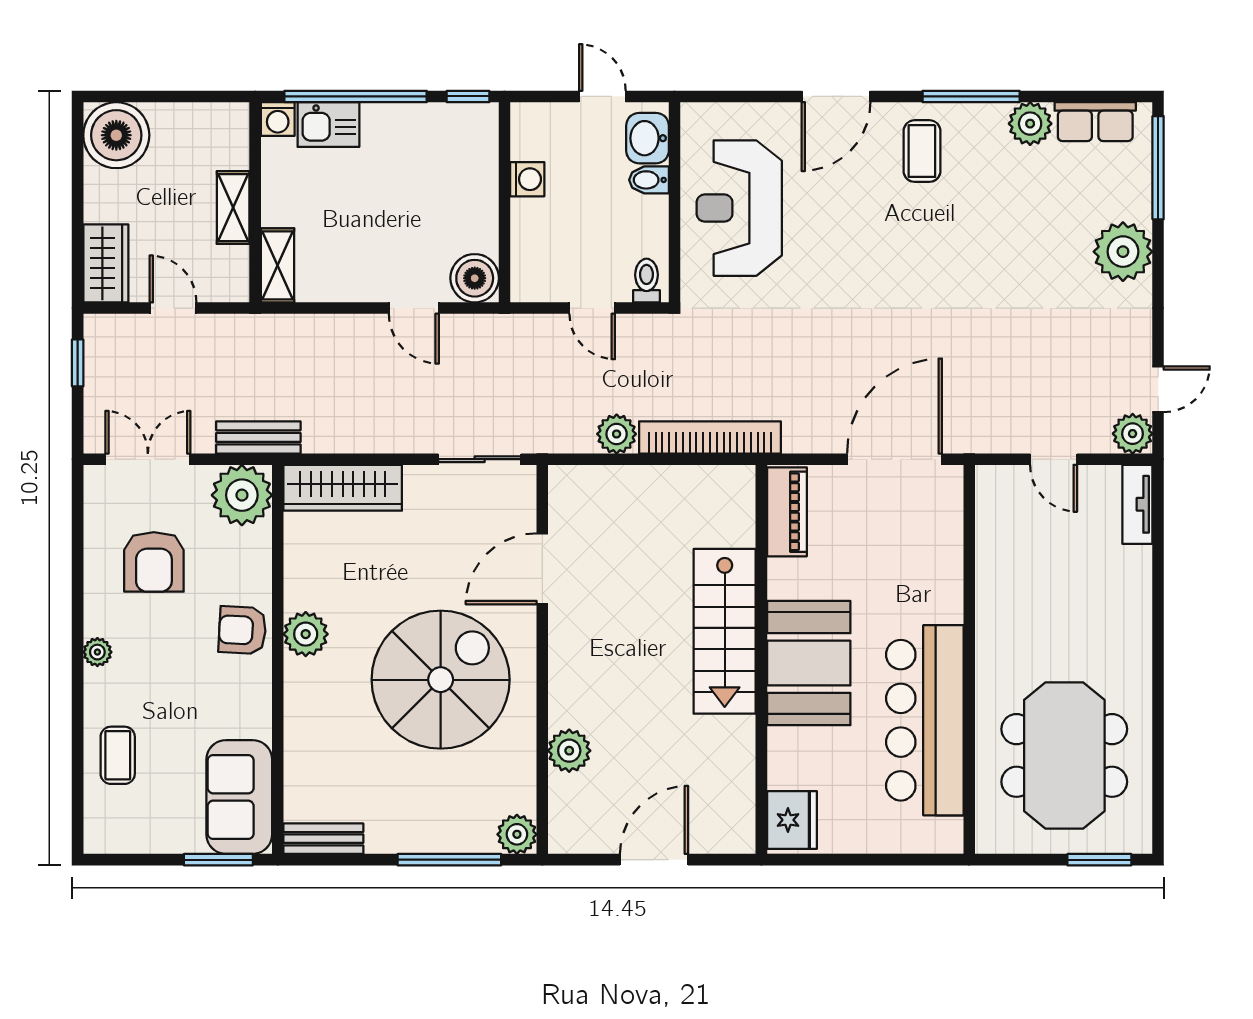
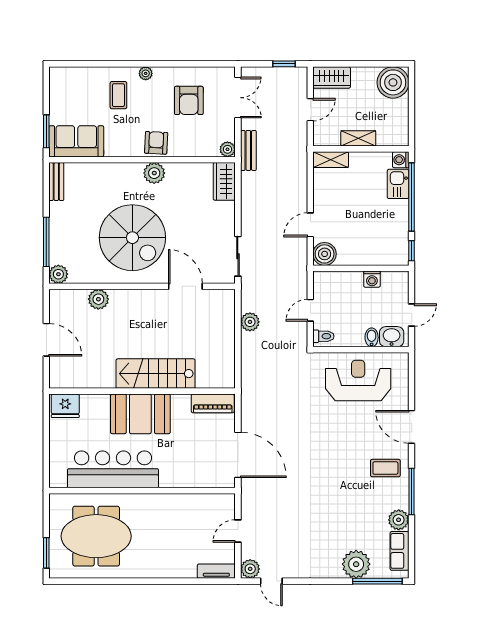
plant: (1123, 252) -> (356, 564), moved
bookcase: (710, 437) -> (248, 367), removed
wardrobe: (343, 488) -> (224, 181), width x0.67
plant: (242, 495) -> (227, 149), width x0.53, depth x0.53
armchair: (154, 562) -> (189, 100), turned -90
coffee table: (118, 755) -> (118, 95), moved, turned 90

